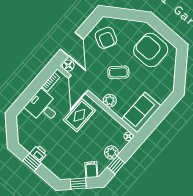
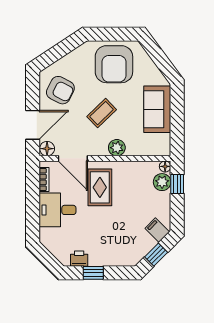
door: (72, 44) -> (33, 125), hinge flipped
armchair: (151, 50) -> (114, 64), turned -90
sofa: (141, 112) -> (157, 109), moved
plant: (111, 152) -> (162, 182), moved
printer: (39, 153) -> (79, 259), moved
window: (116, 165) -> (177, 184), moved

